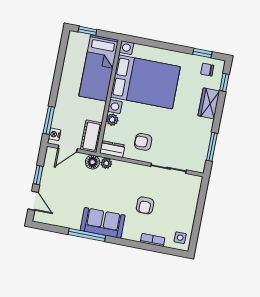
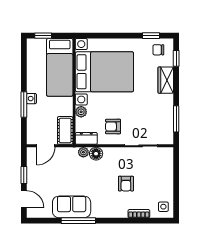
window: (49, 120) -> (24, 105), moved
nightstand: (54, 134) -> (31, 99), moved
floor lamp: (93, 162) -> (96, 154), moved
sofa: (103, 223) -> (72, 207), moved

